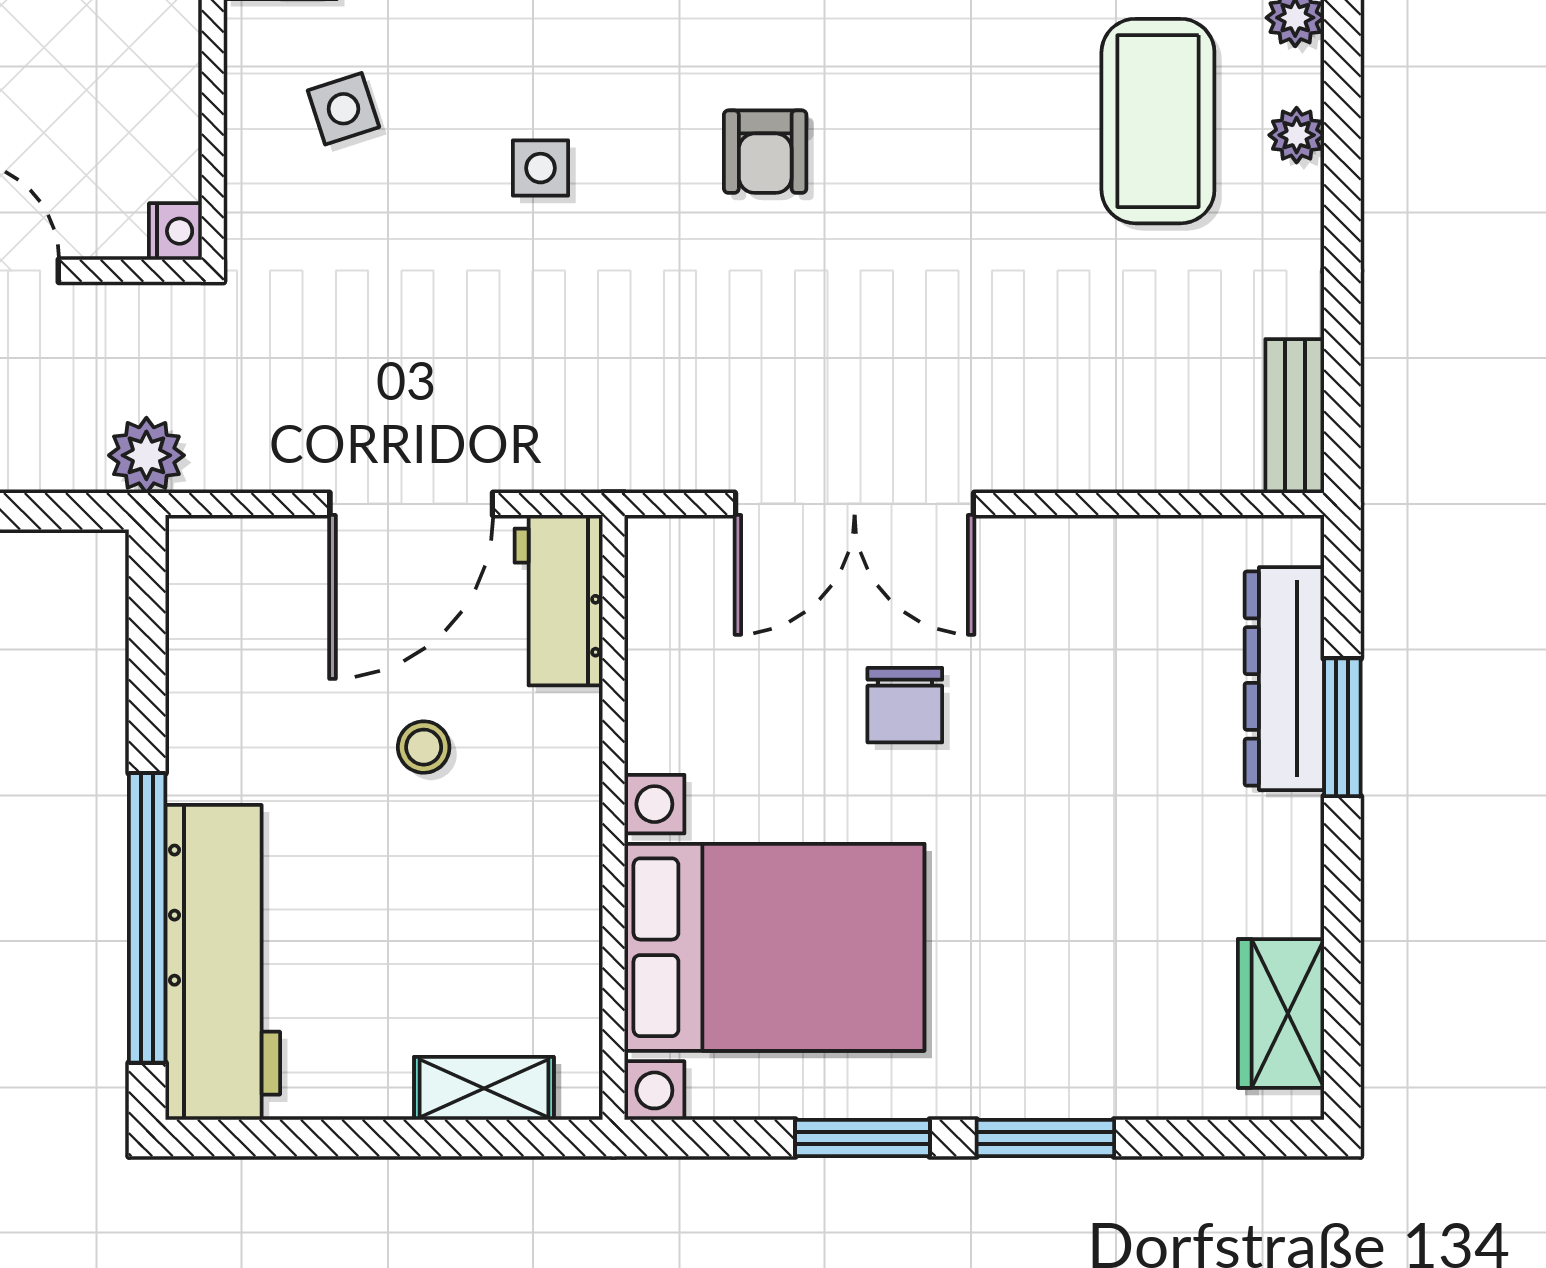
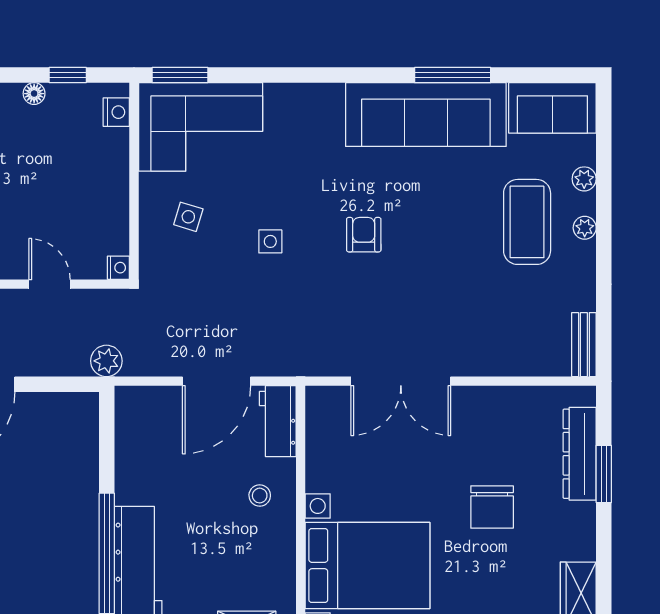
side table: (343, 109) -> (188, 217), turned 35
armchair: (765, 152) -> (364, 235), turned 180
chair: (905, 705) -> (492, 507), moved, width x1.37, depth x1.37
stool: (424, 747) -> (260, 496), moved

